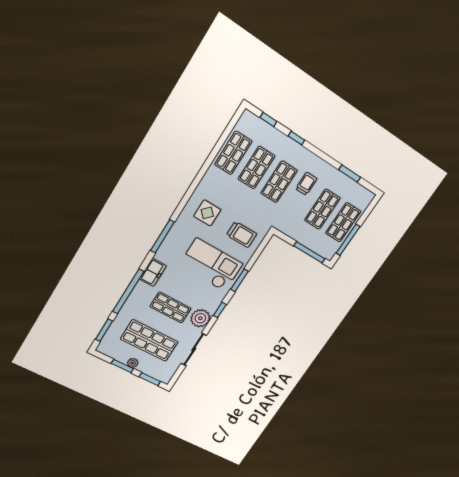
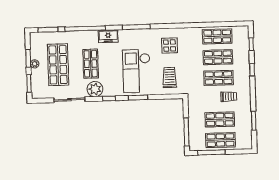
trolley: (242, 235) -> (170, 77), turned 180
checkout: (211, 265) -> (137, 71), turned 180

